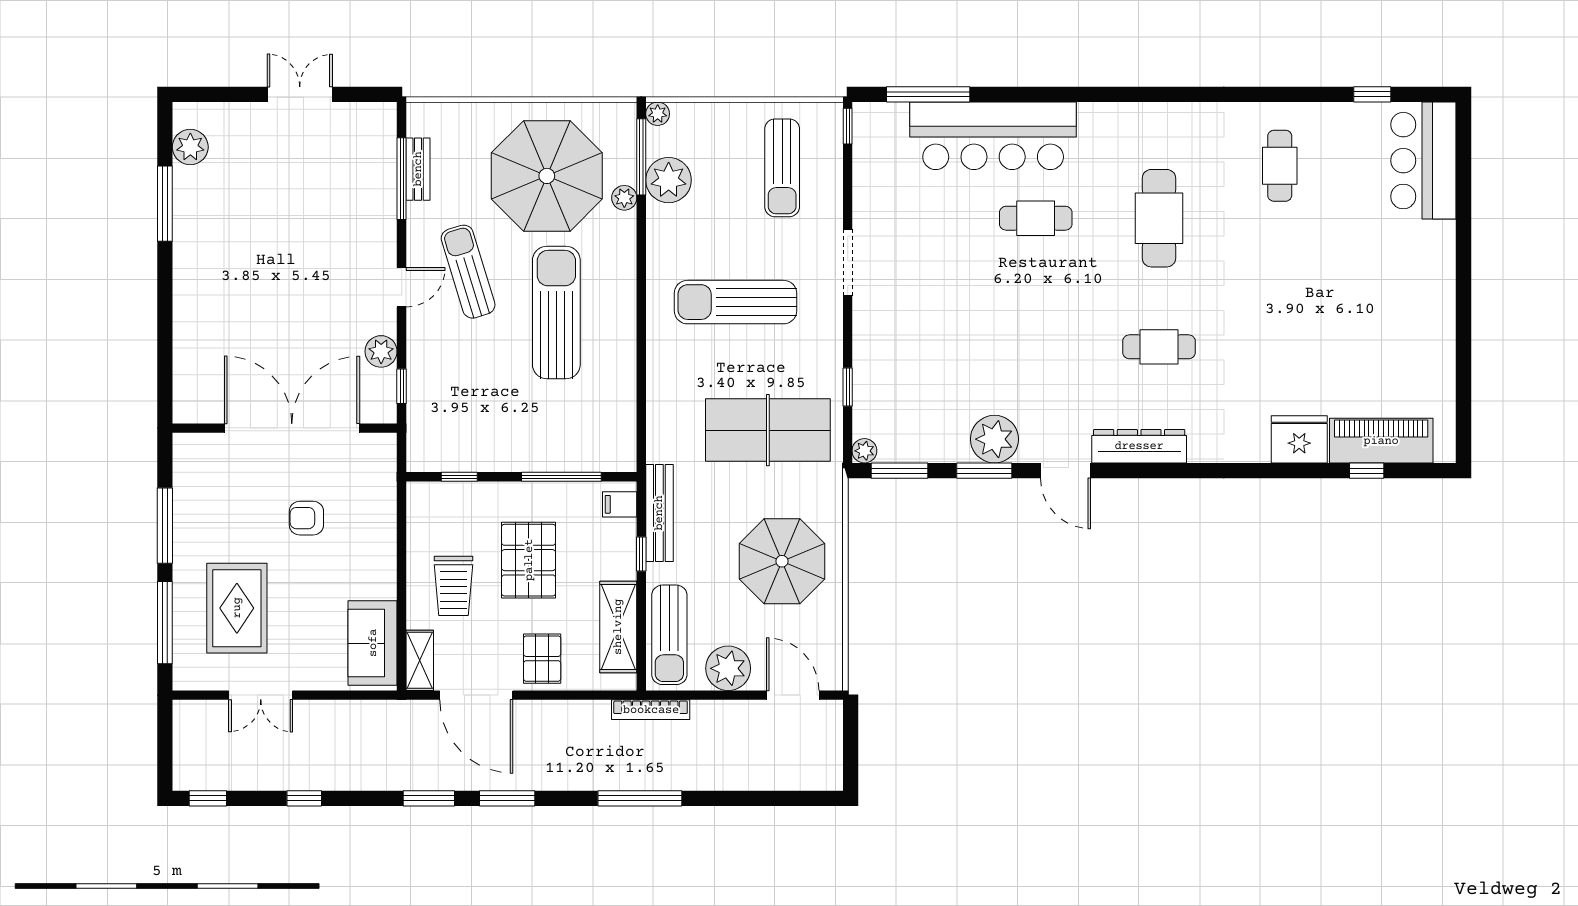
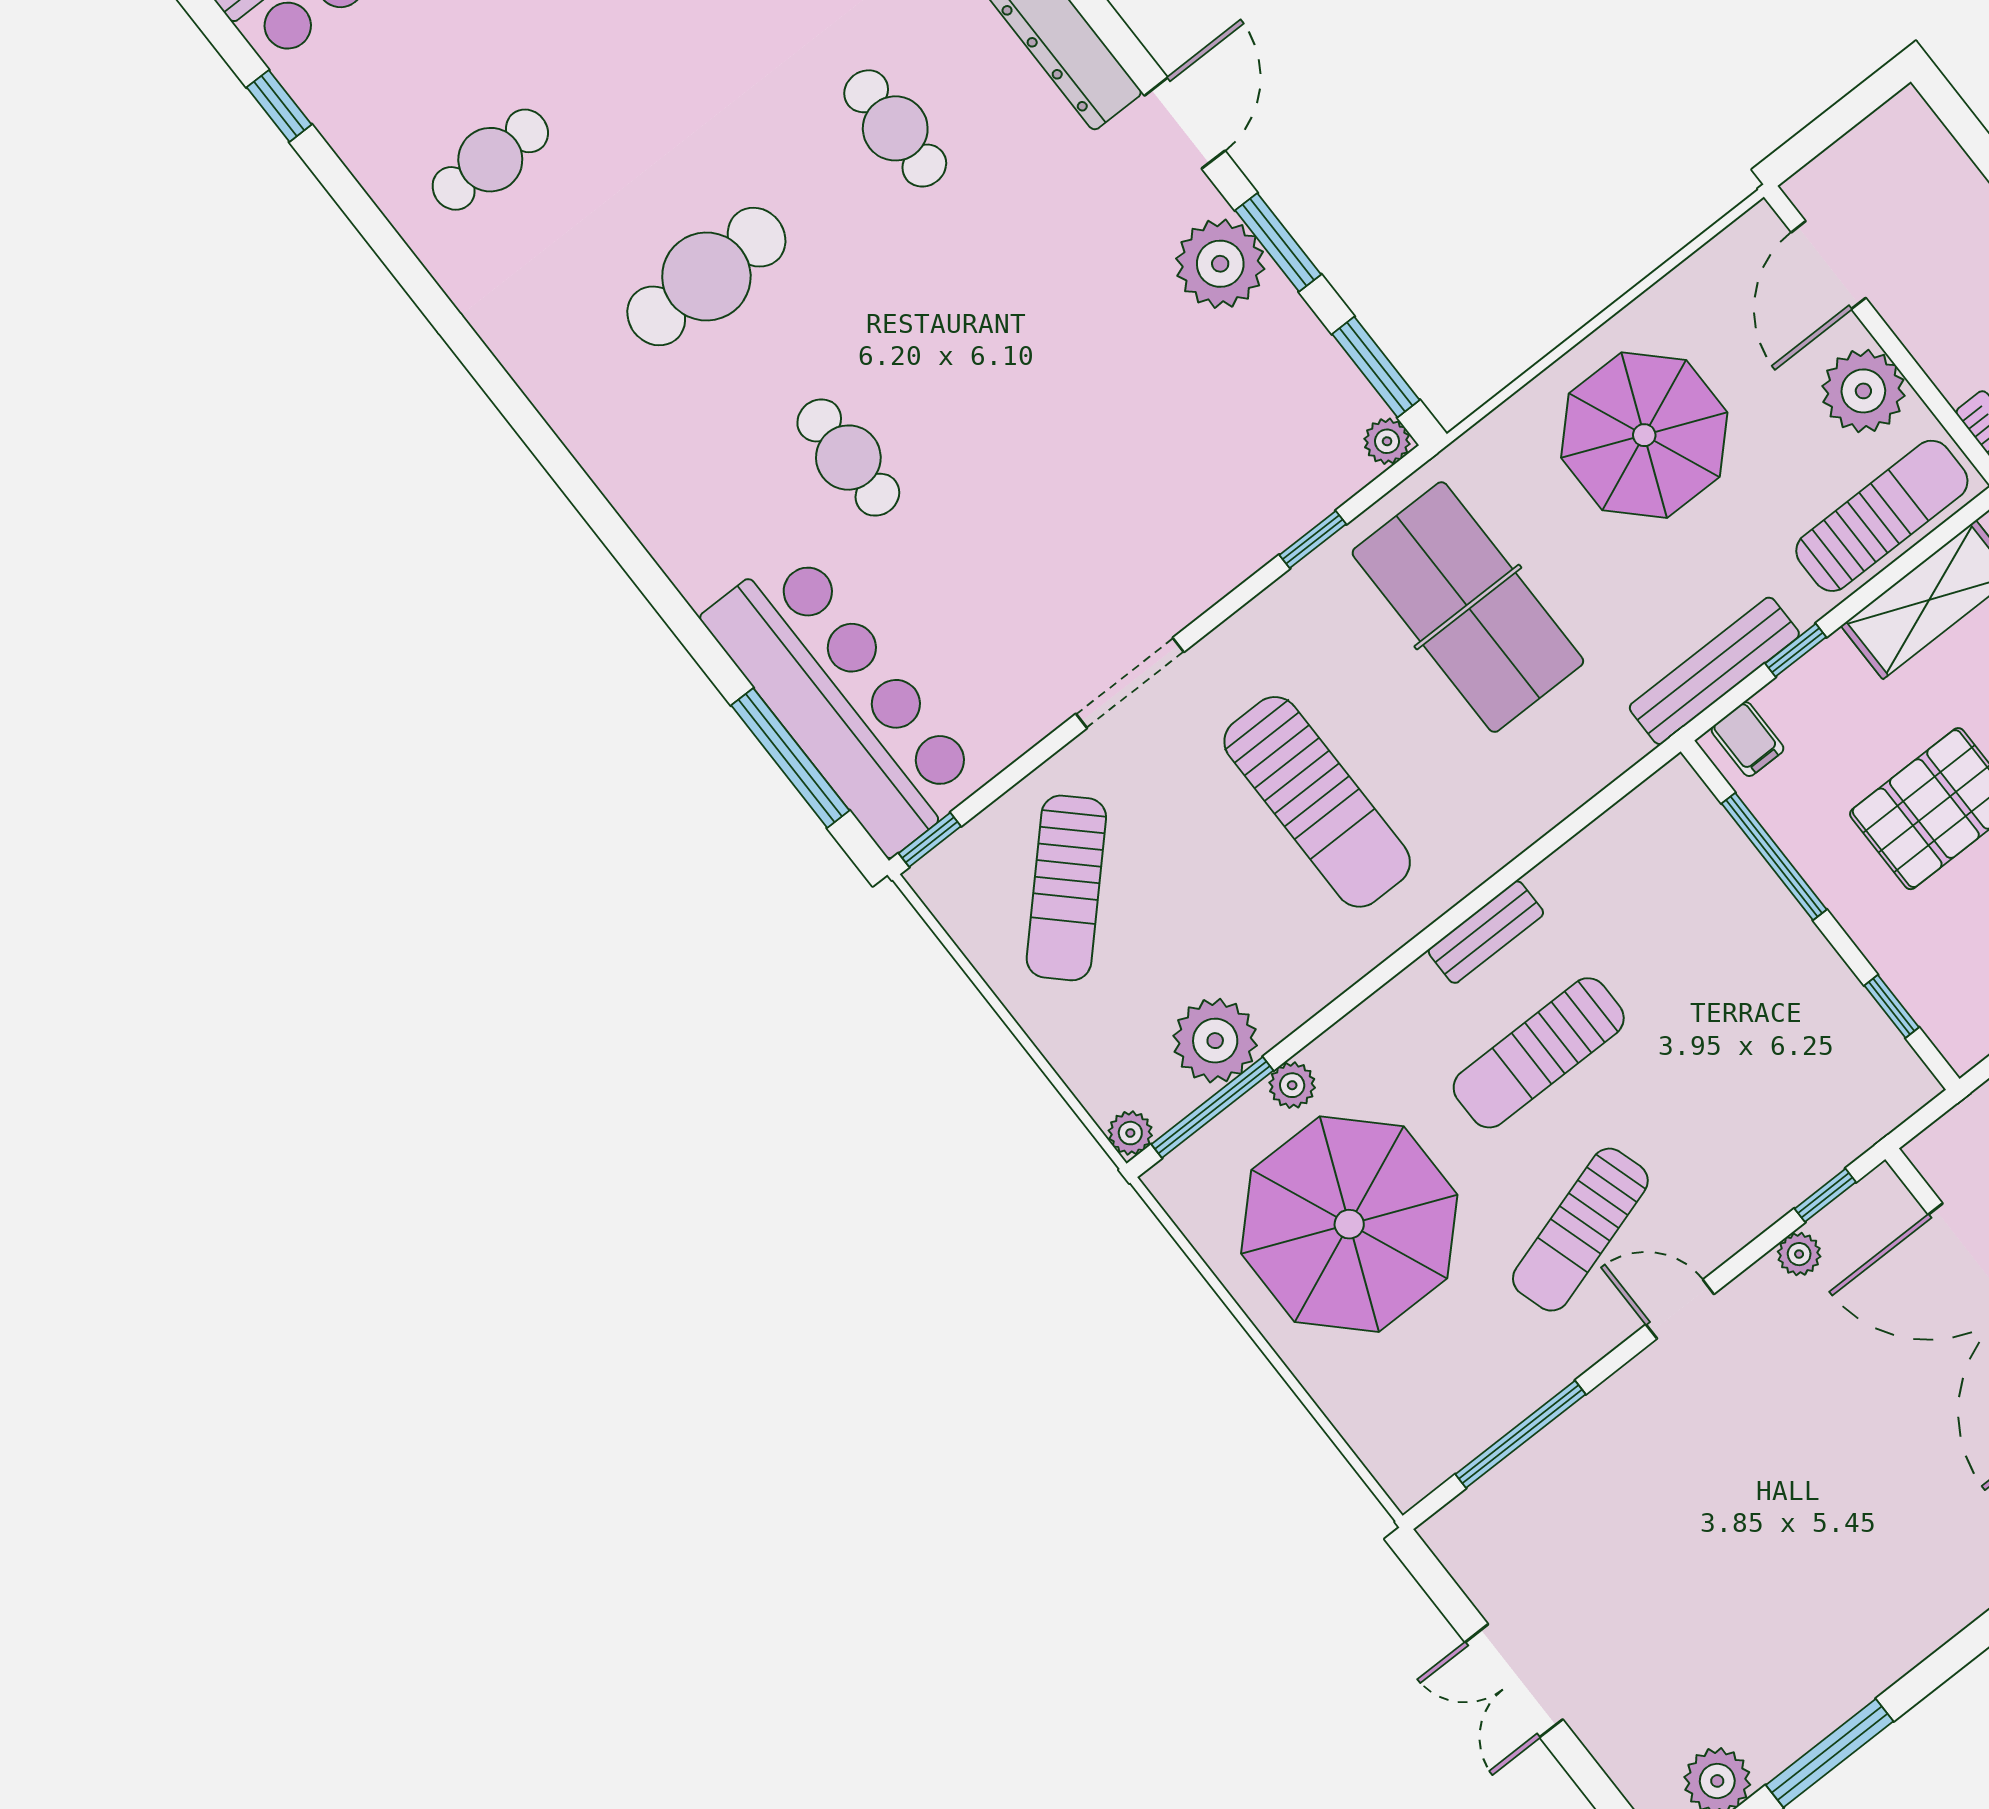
bar counter: (993, 136) -> (843, 700), moved
sun lounger: (782, 168) -> (1066, 888), turned 134
bench: (418, 169) -> (1486, 932), moved
sun lounger: (556, 312) -> (1539, 1053), width x0.73, depth x0.75
plant: (381, 351) -> (1799, 1254), width x0.73, depth x0.73

